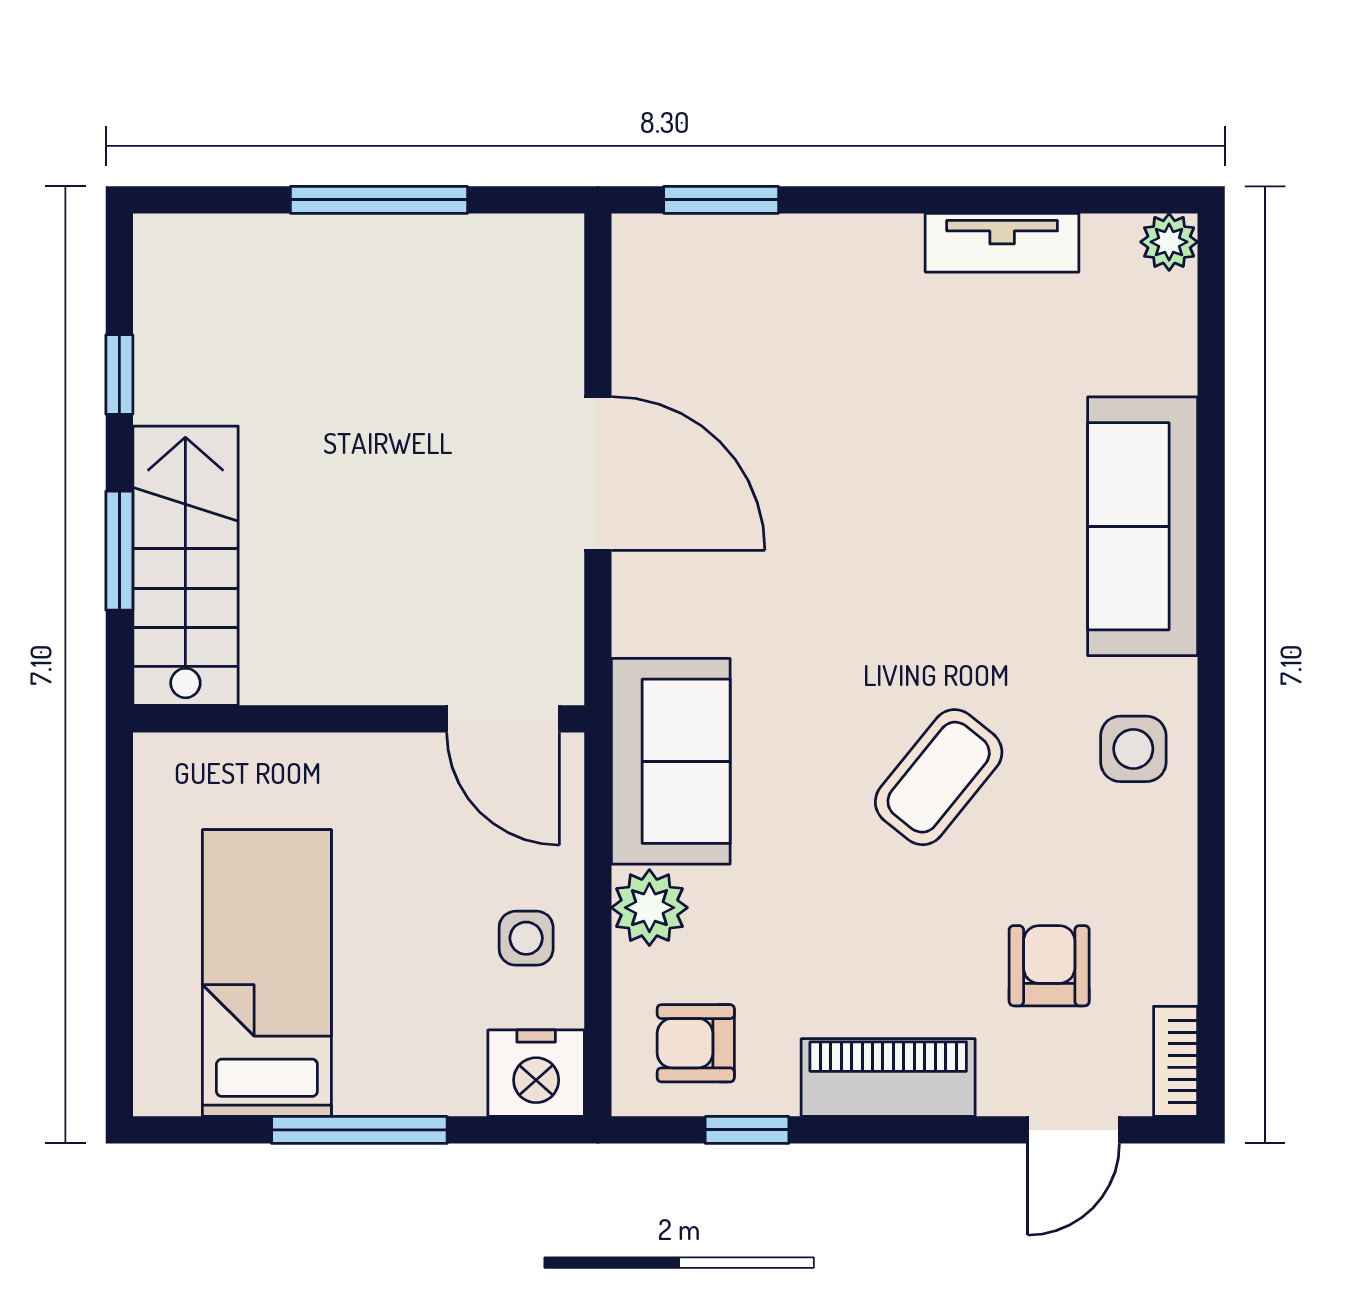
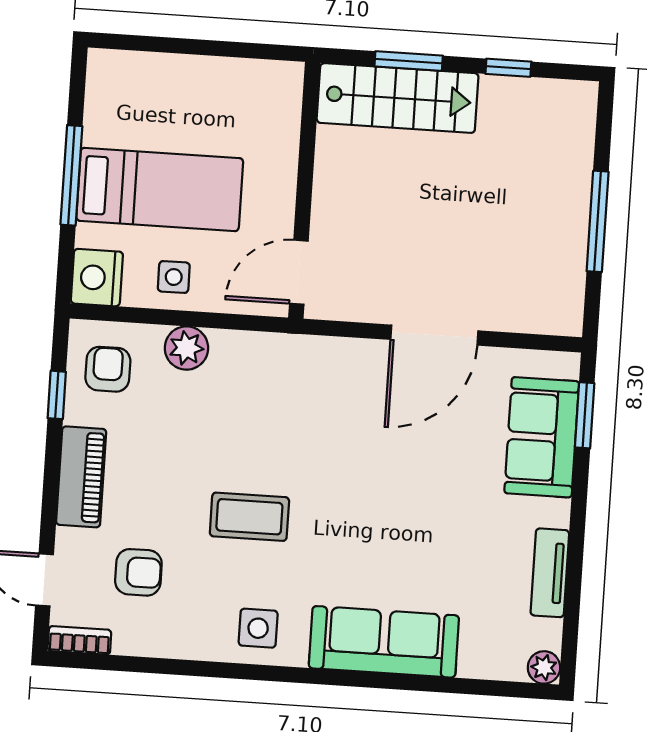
sofa: (671, 761) -> (542, 437), moved, turned 90
coffee table: (939, 777) -> (249, 517), turned -39
bed: (267, 973) -> (160, 189), moved

